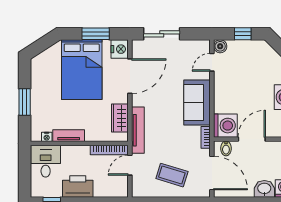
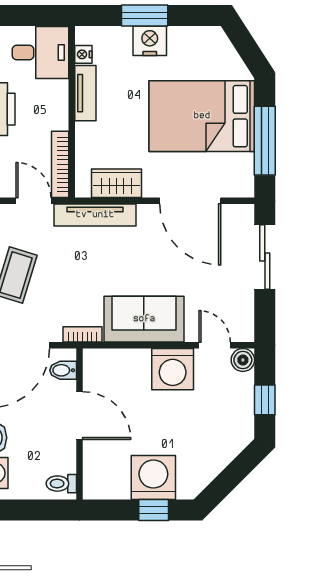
window: (96, 34) -> (265, 141), width x1.44
nightstand: (120, 49) -> (150, 41), moved, turned 180
washing machine: (225, 126) -> (173, 369), moved

